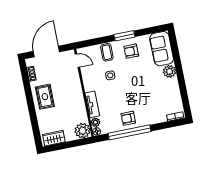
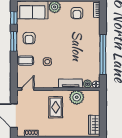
window: (149, 31) -> (14, 18), added
rug: (45, 97) -> (56, 107), moved, turned 90
armchair: (128, 118) -> (77, 13), moved
plant: (82, 131) -> (77, 97), moved

